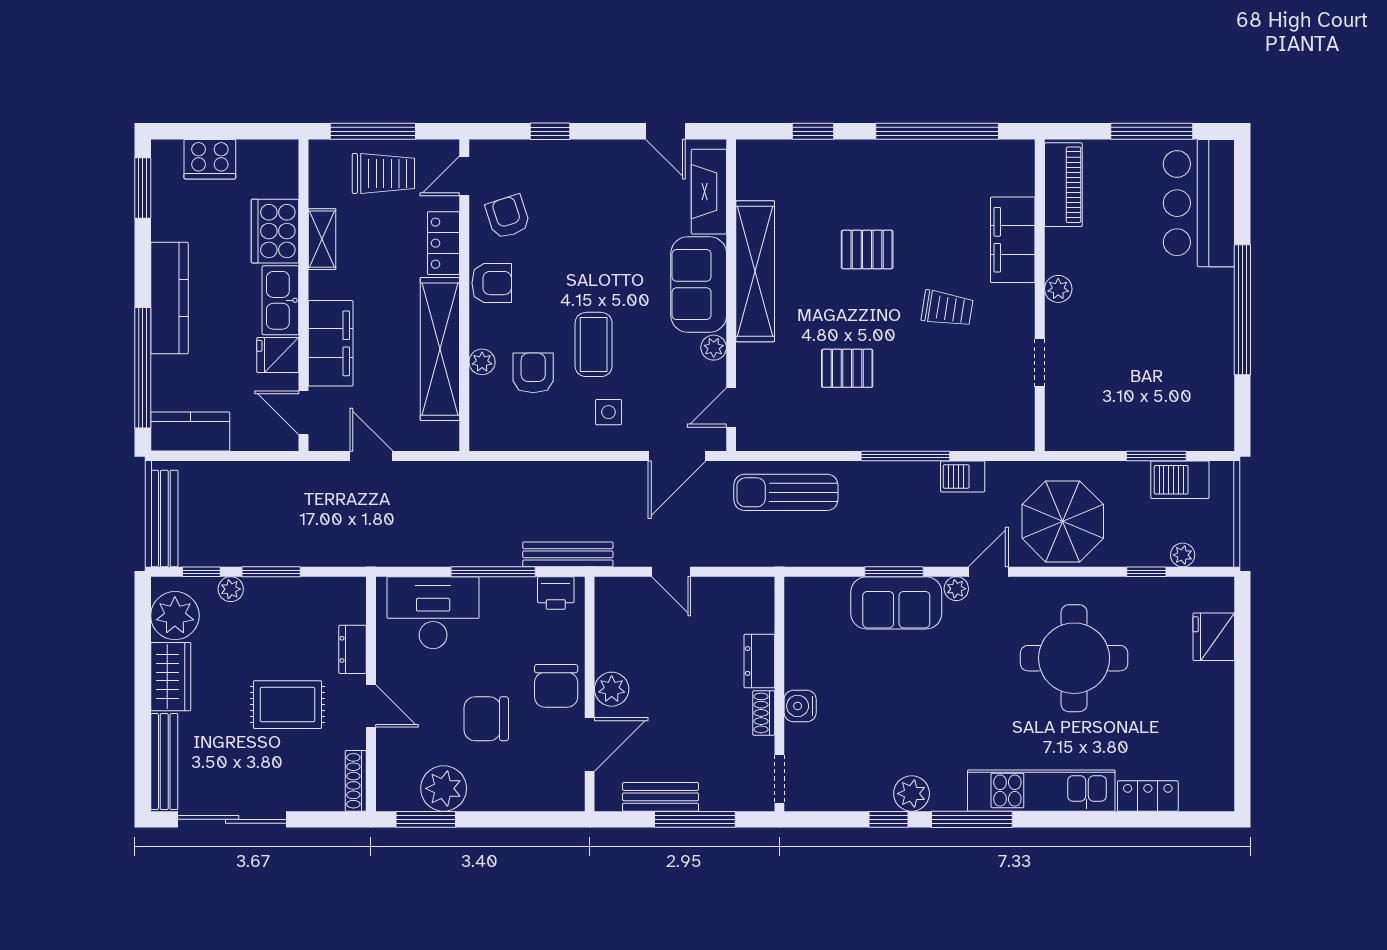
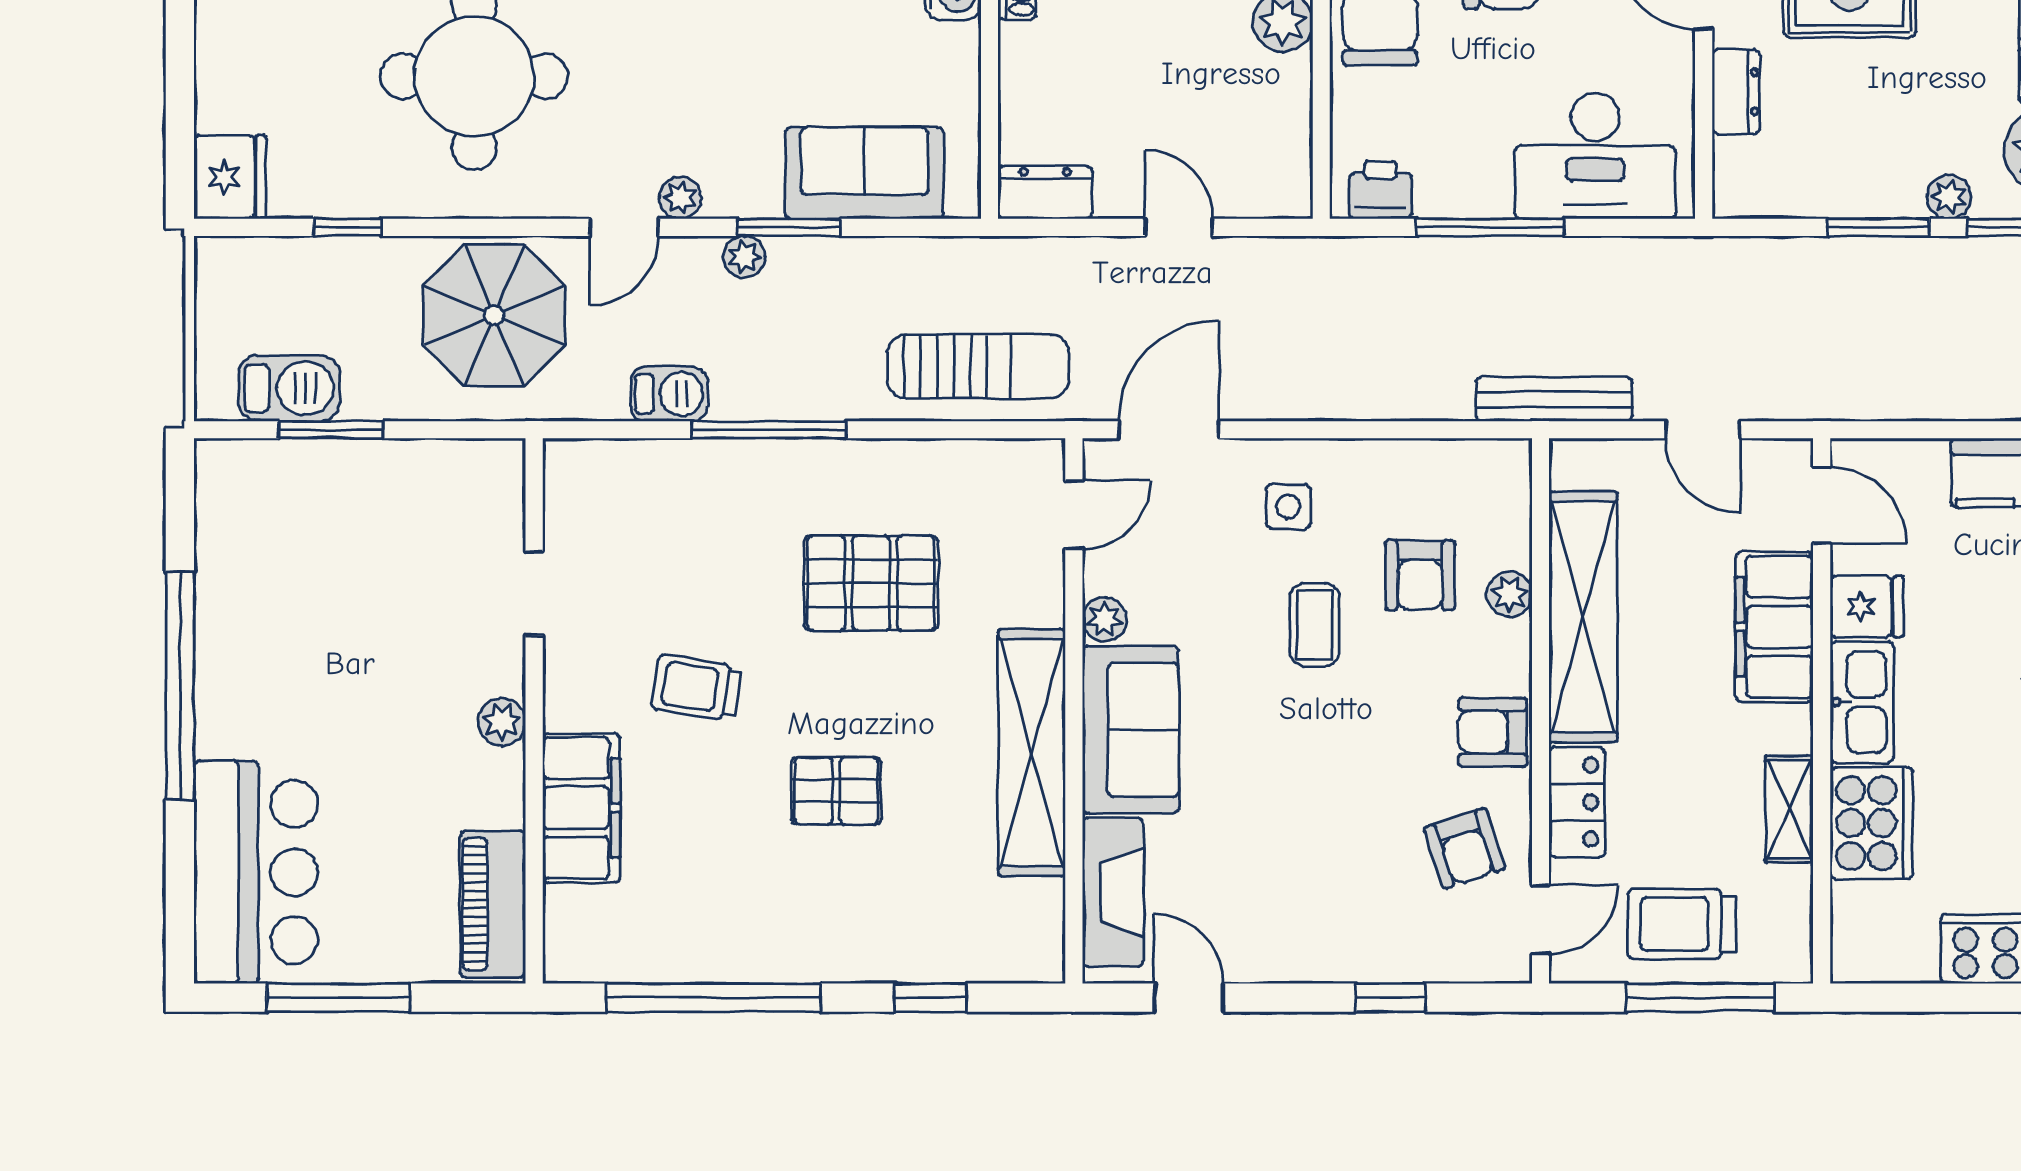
coffee table: (594, 344) -> (1314, 625), width x0.73, depth x0.77
pallet: (847, 368) -> (871, 583), width x1.50, depth x1.42
bench: (568, 554) -> (1554, 399), moved
plant: (1183, 555) -> (744, 257), moved
sofa: (896, 603) -> (864, 173), moved
fridge: (1214, 637) -> (230, 177), moved
dresser: (759, 661) -> (1045, 192), moved, turned -90

